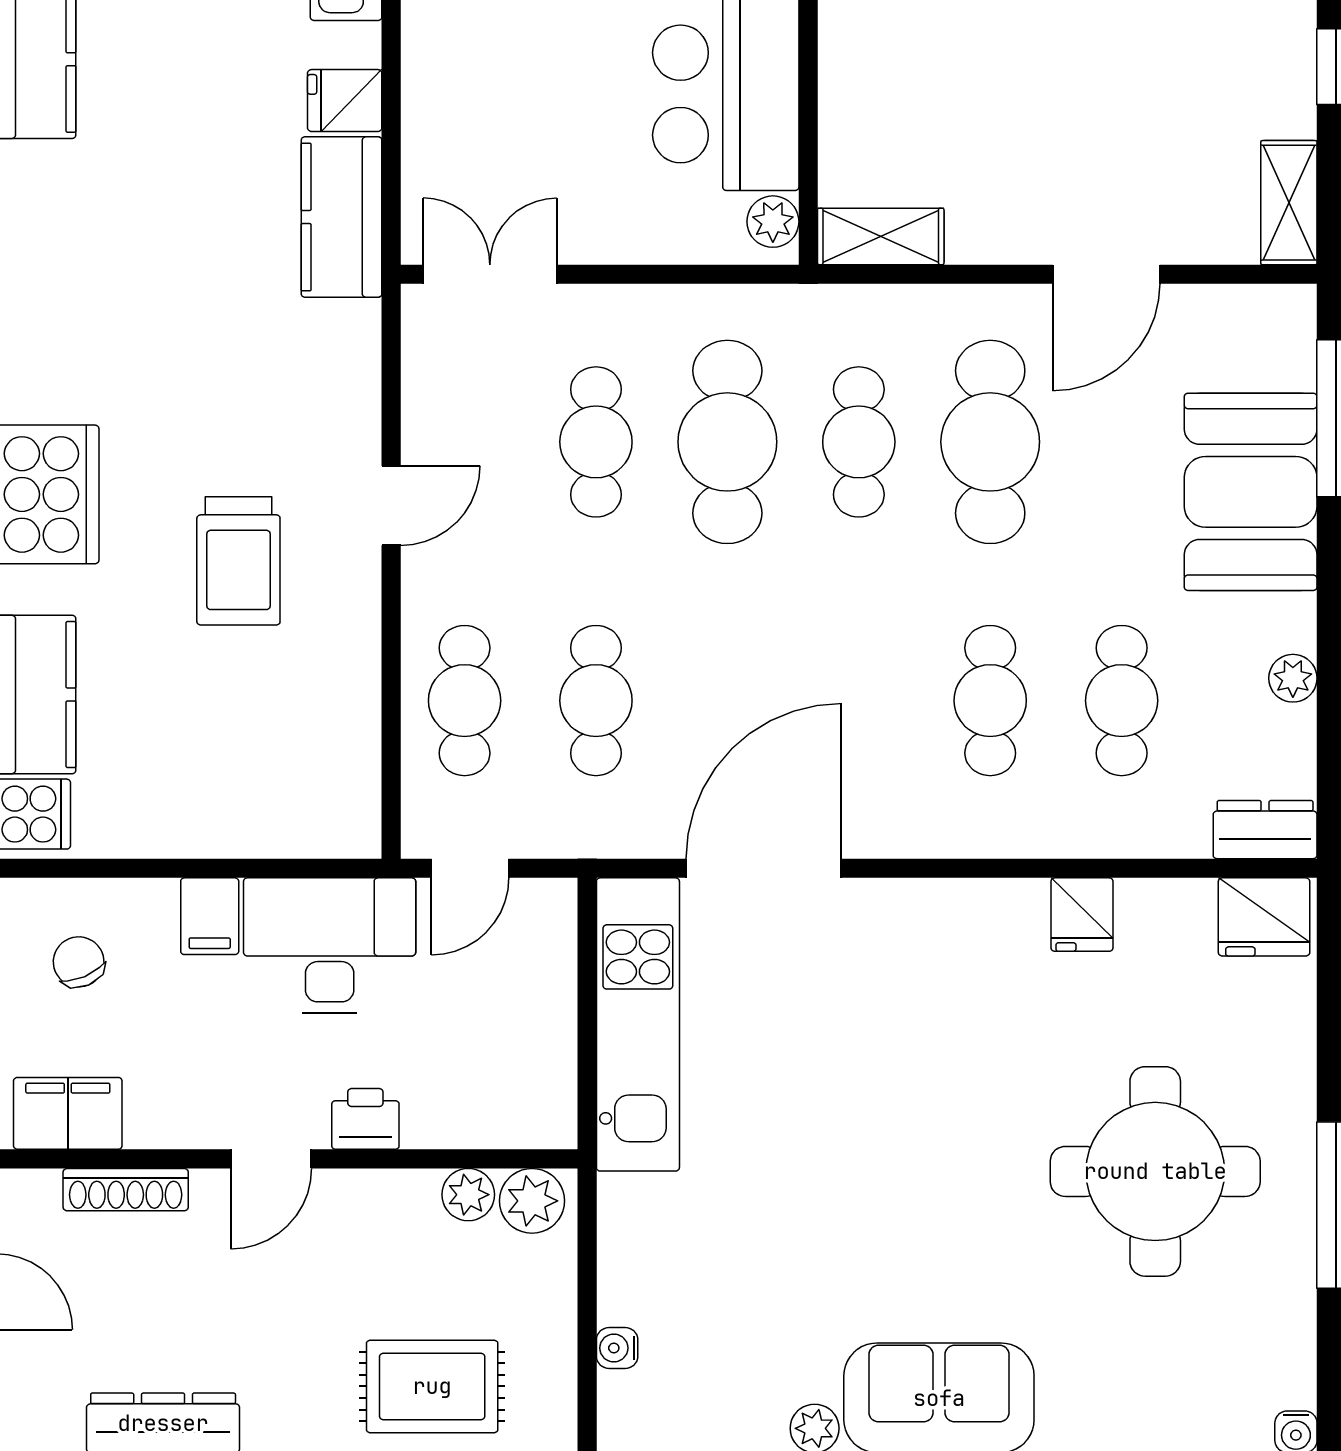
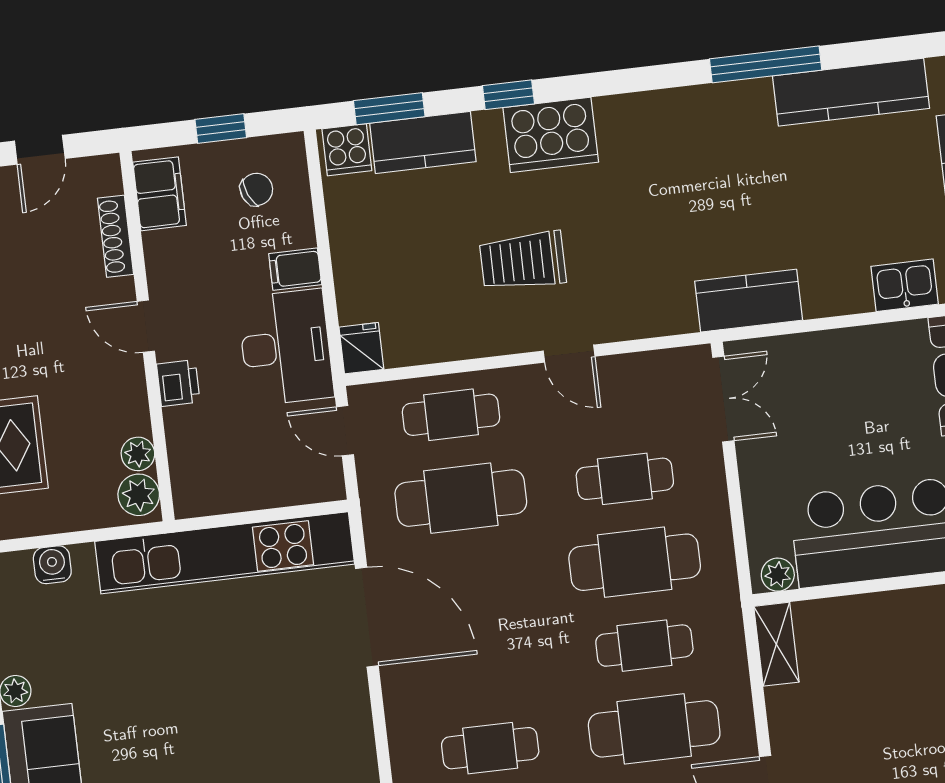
fridge: (345, 101) -> (361, 348), moved
cafe table: (596, 701) -> (461, 498), width x1.37, depth x1.35
kitchen unit: (638, 1024) -> (225, 553), width x1.36
water cooler: (617, 1348) -> (52, 565), width x1.38, depth x1.38

